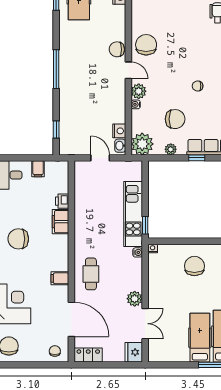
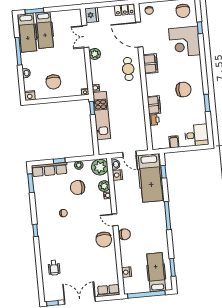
plant: (139, 91) -> (104, 186), moved
hospital bed: (74, 123) -> (151, 178), added
filing cabinet: (60, 278) -> (151, 64), width x2.00

